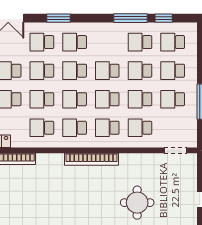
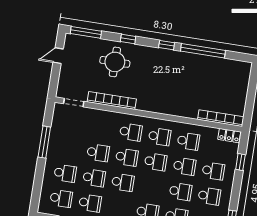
school desk: (75, 71) -> (152, 187), removed
school desk: (173, 99) -> (69, 148), removed
school desk: (140, 128) -> (102, 127), removed
bookcase: (92, 159) -> (112, 101), moved

